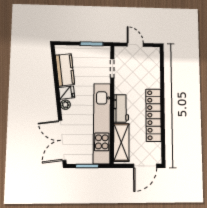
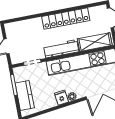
kitchen counter: (65, 70) -> (25, 95), moved, turned 97
workbench: (121, 108) -> (61, 49), width x1.38

